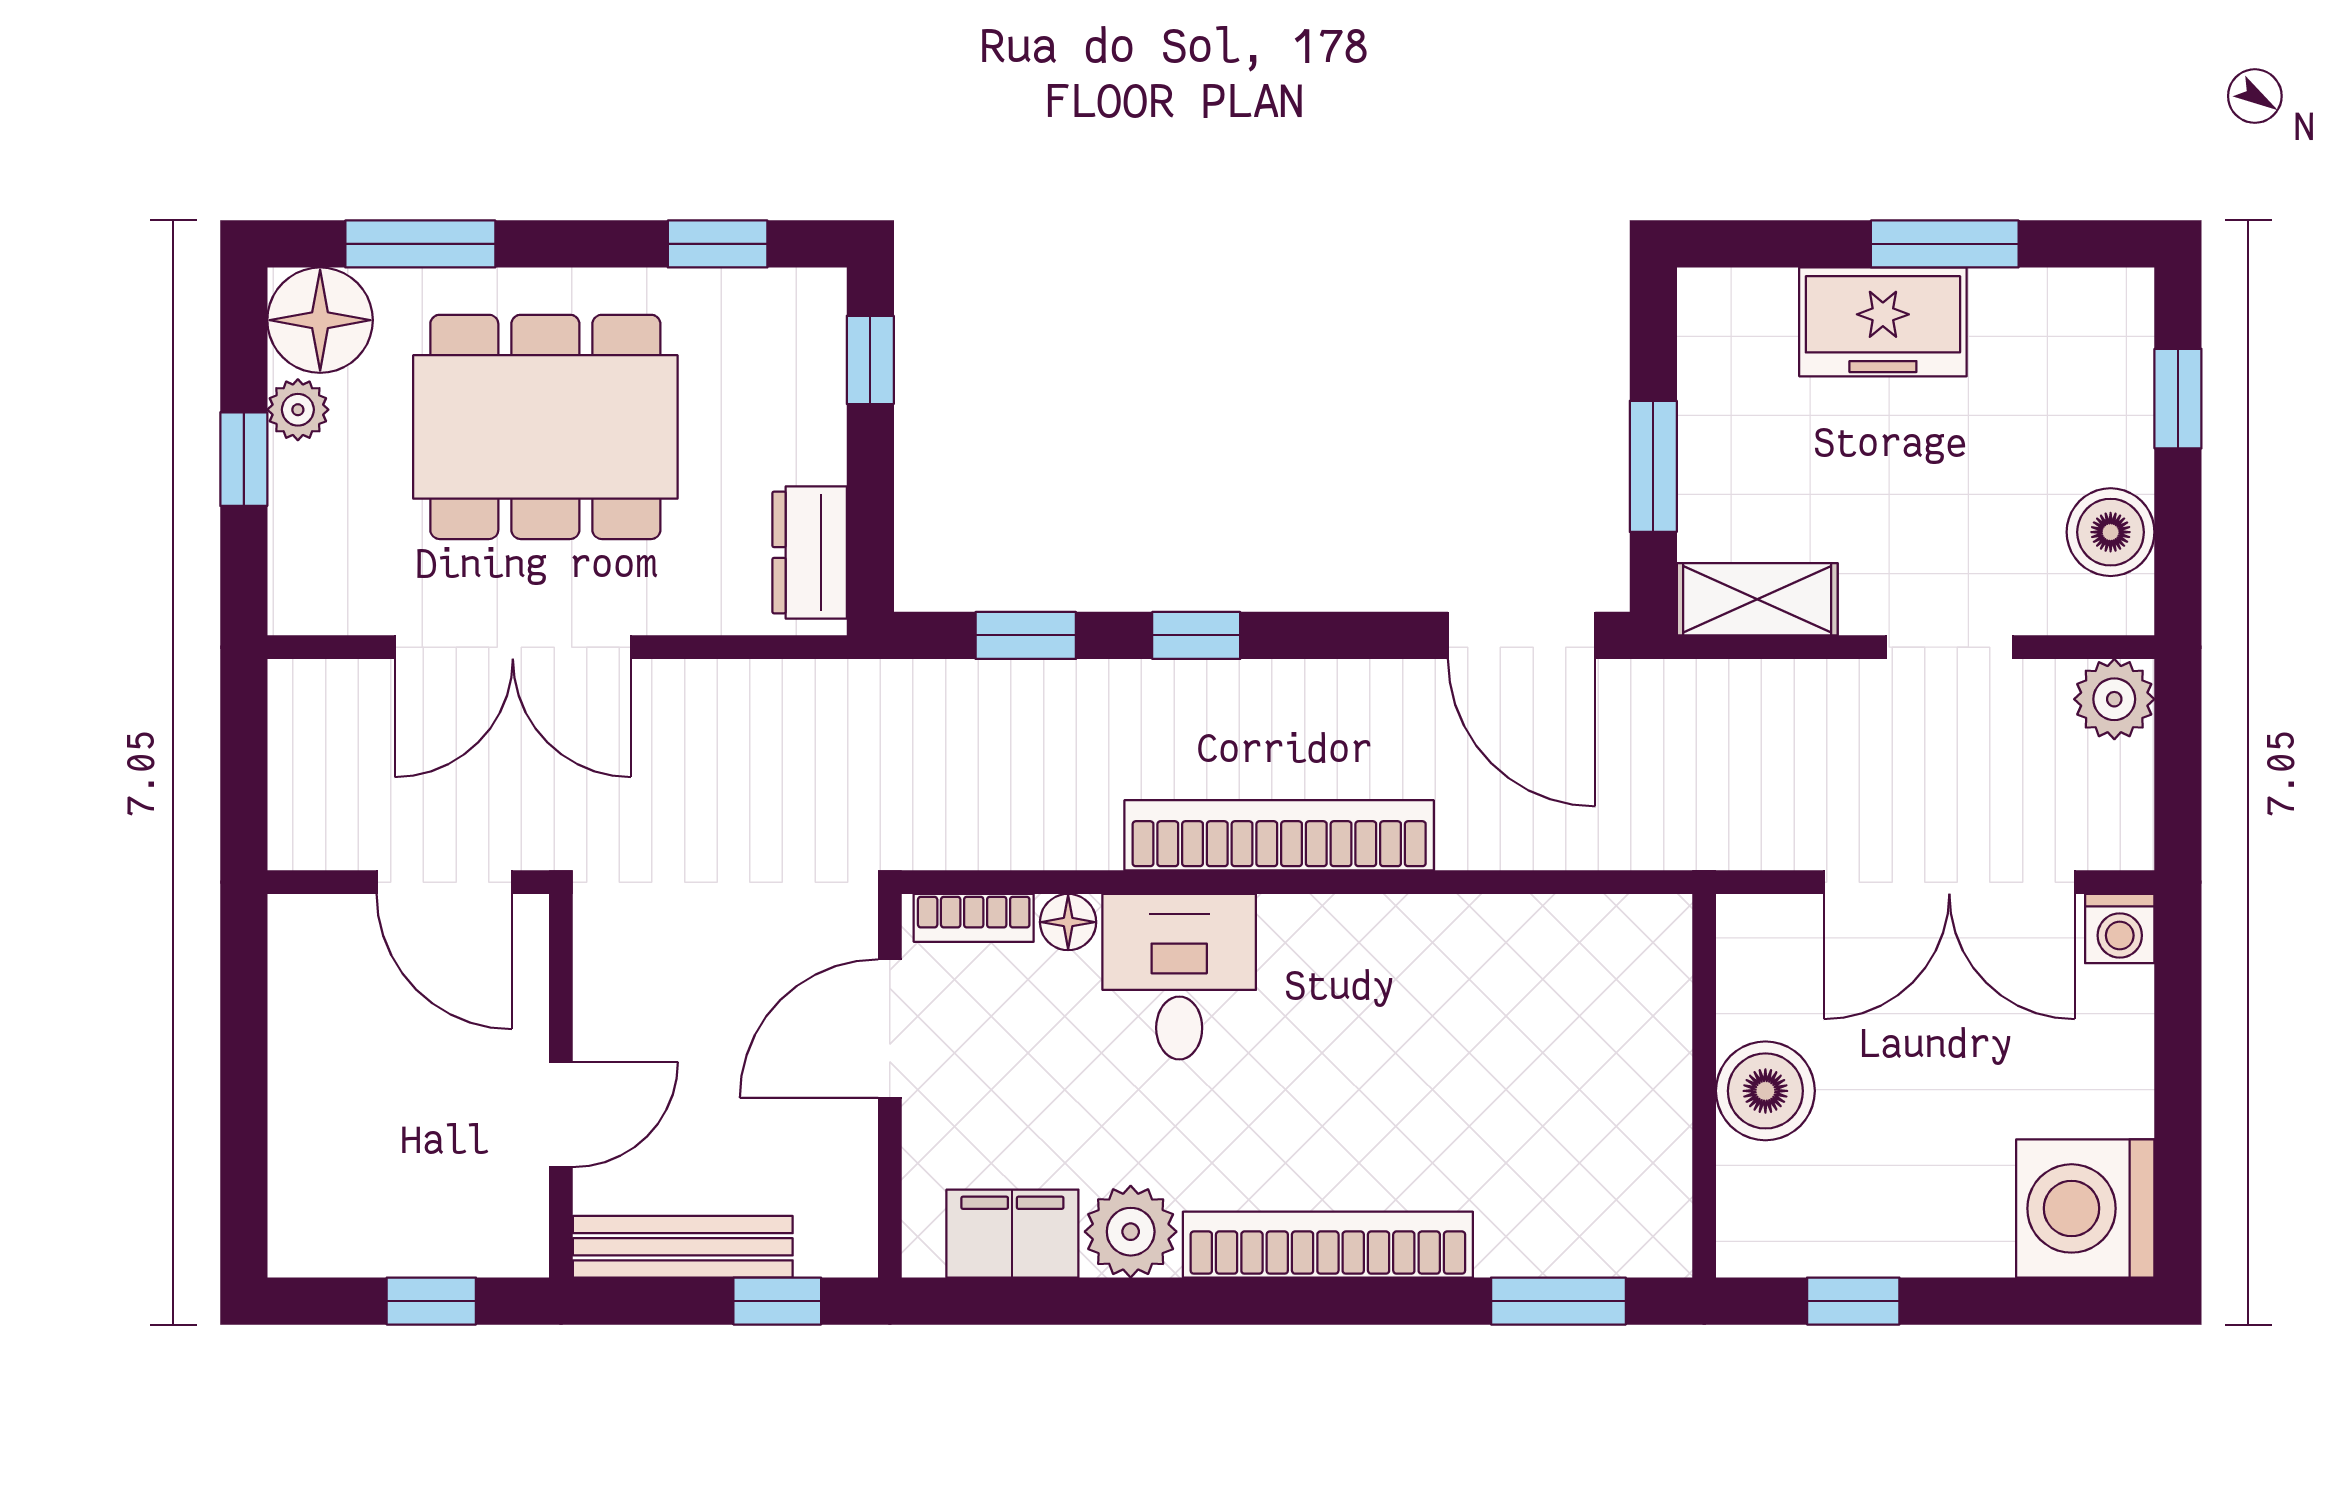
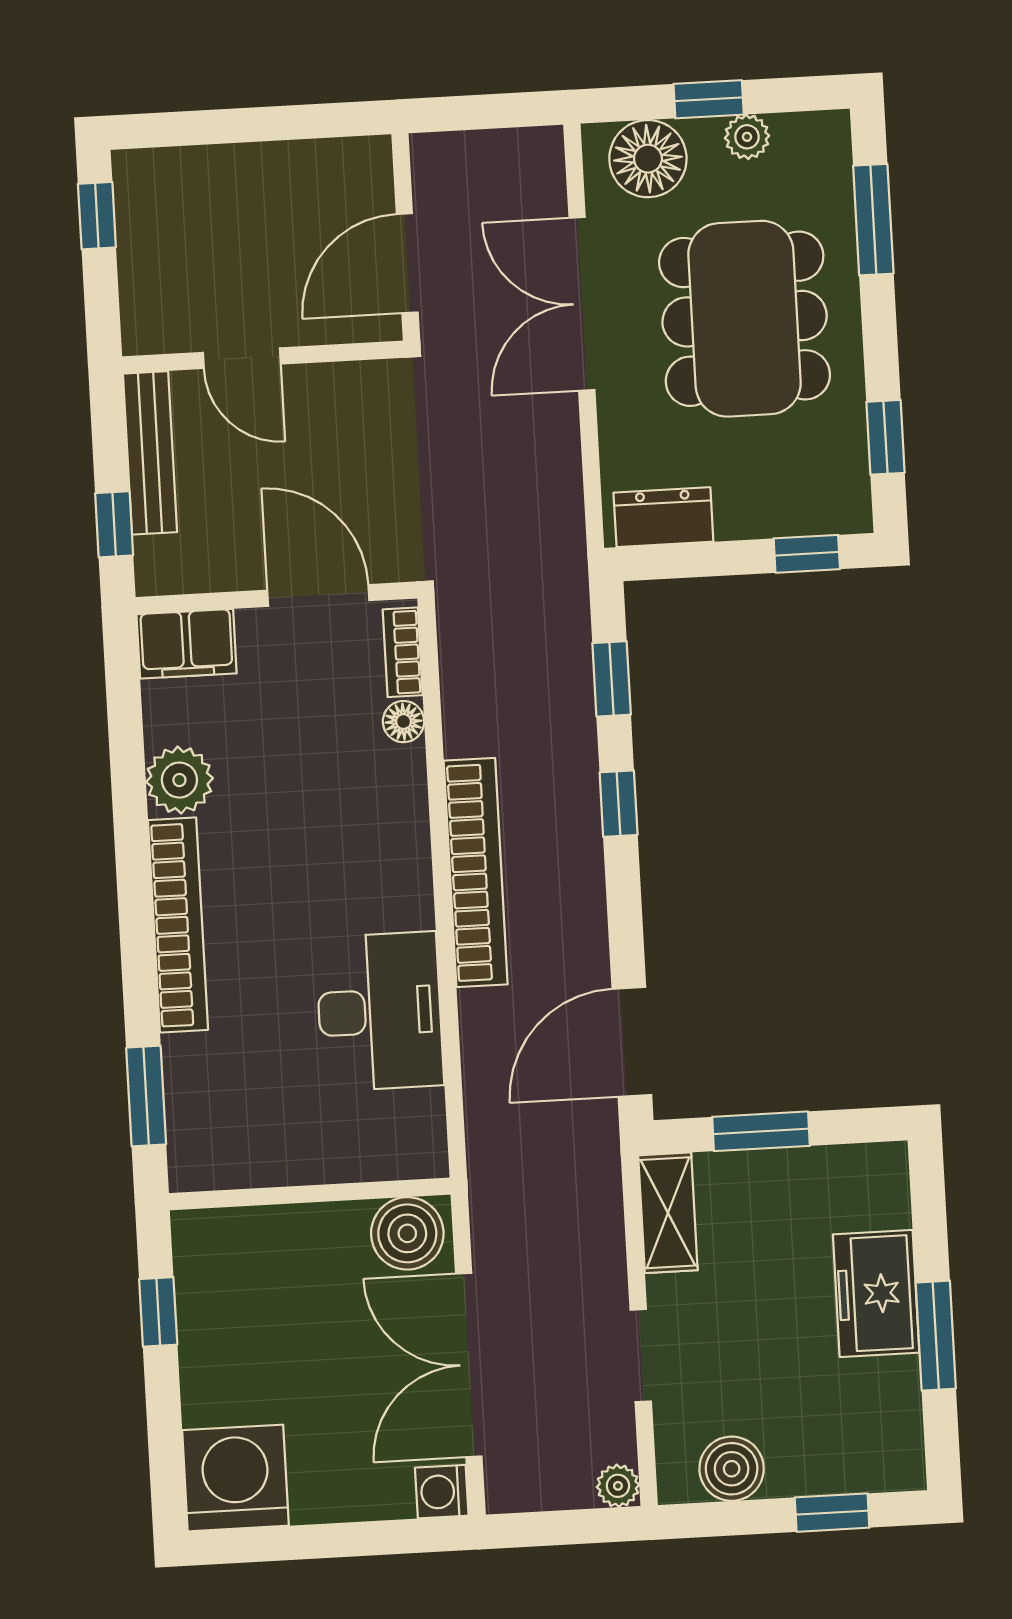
floor lamp: (320, 320) -> (648, 159), moved
plant: (2114, 699) -> (618, 1486), width x0.73, depth x0.73
desk: (1179, 977) -> (380, 1011), moved, width x1.37
boiler: (1765, 1091) -> (407, 1233), moved
filing cabinet: (1012, 1234) -> (187, 644), moved, turned 90
window: (431, 1301) -> (97, 216), moved

